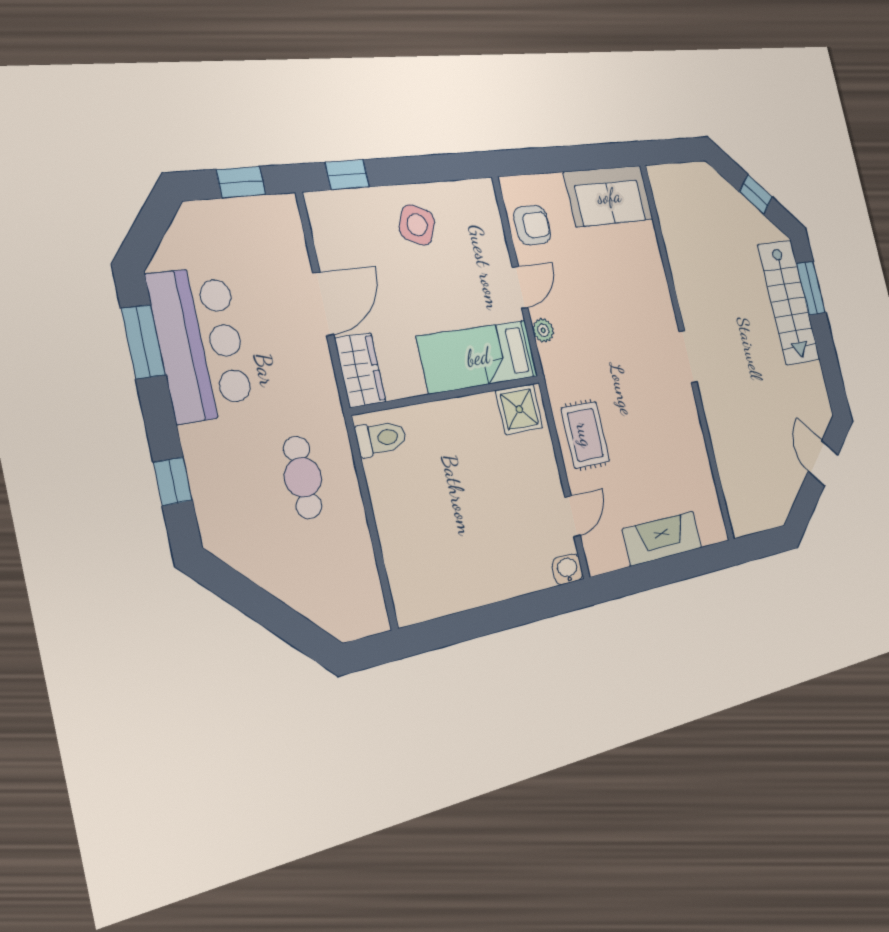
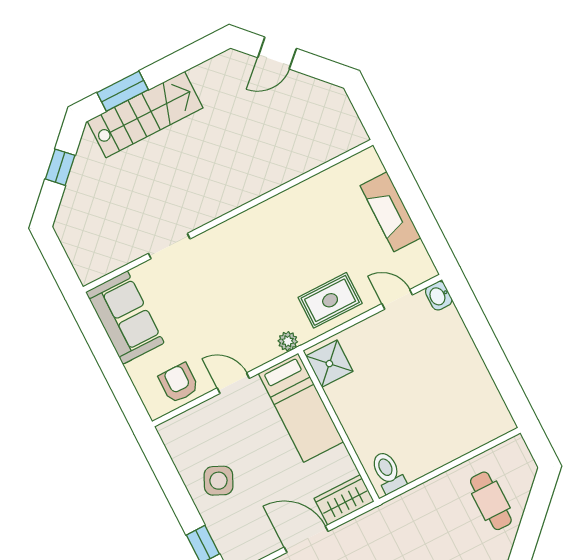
plant: (543, 330) -> (288, 341), moved
doorway: (688, 357) -> (169, 246), moved
cafe table: (303, 477) -> (491, 501), moved, turned 90

